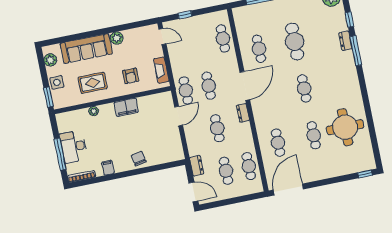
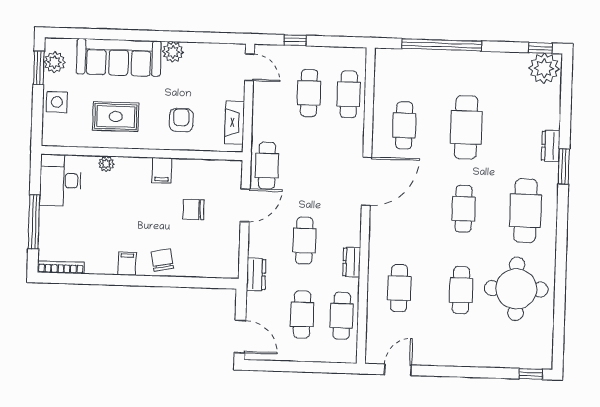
window: (349, 20) -> (565, 112), removed
window: (356, 51) -> (564, 166), width x0.69
armchair: (131, 76) -> (181, 120), turned 180
cafe table: (340, 81) -> (525, 211), added
cafe table: (209, 86) -> (309, 93), moved
window: (48, 97) -> (39, 68), moved
filing cabinet: (126, 107) -> (162, 170), width x0.50
dresser: (243, 113) -> (352, 262), moved
chair: (150, 125) -> (194, 210), added
desk: (74, 147) -> (60, 180), moved
dresser: (197, 166) -> (256, 274), moved
filing cabinet: (108, 168) -> (127, 264), moved
door: (288, 190) -> (398, 370), width x0.53

